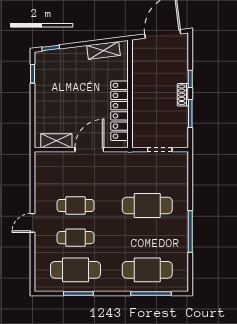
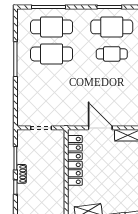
door: (89, 150) -> (100, 128), swing flipped
cafe table: (76, 205) -> (112, 81), removed
cafe table: (147, 205) -> (52, 54), moved

